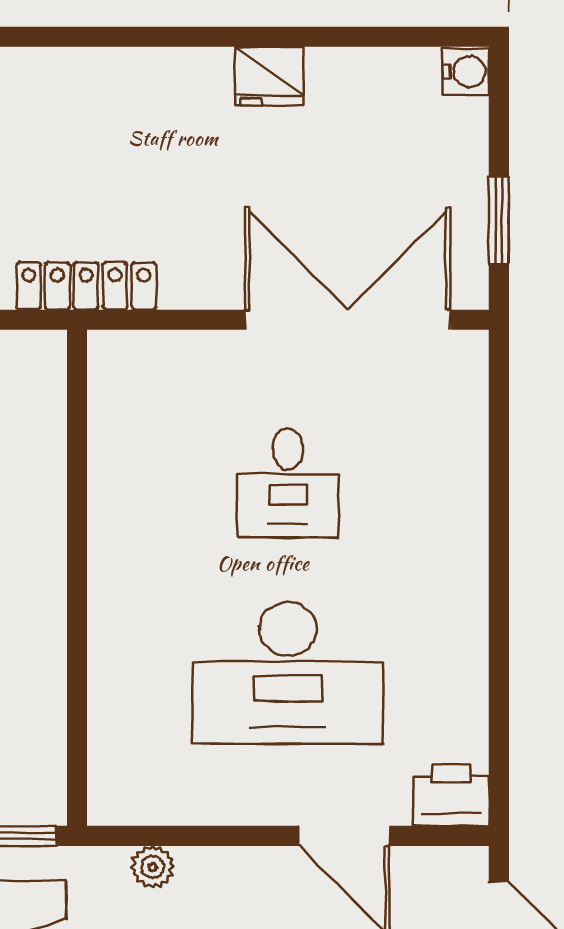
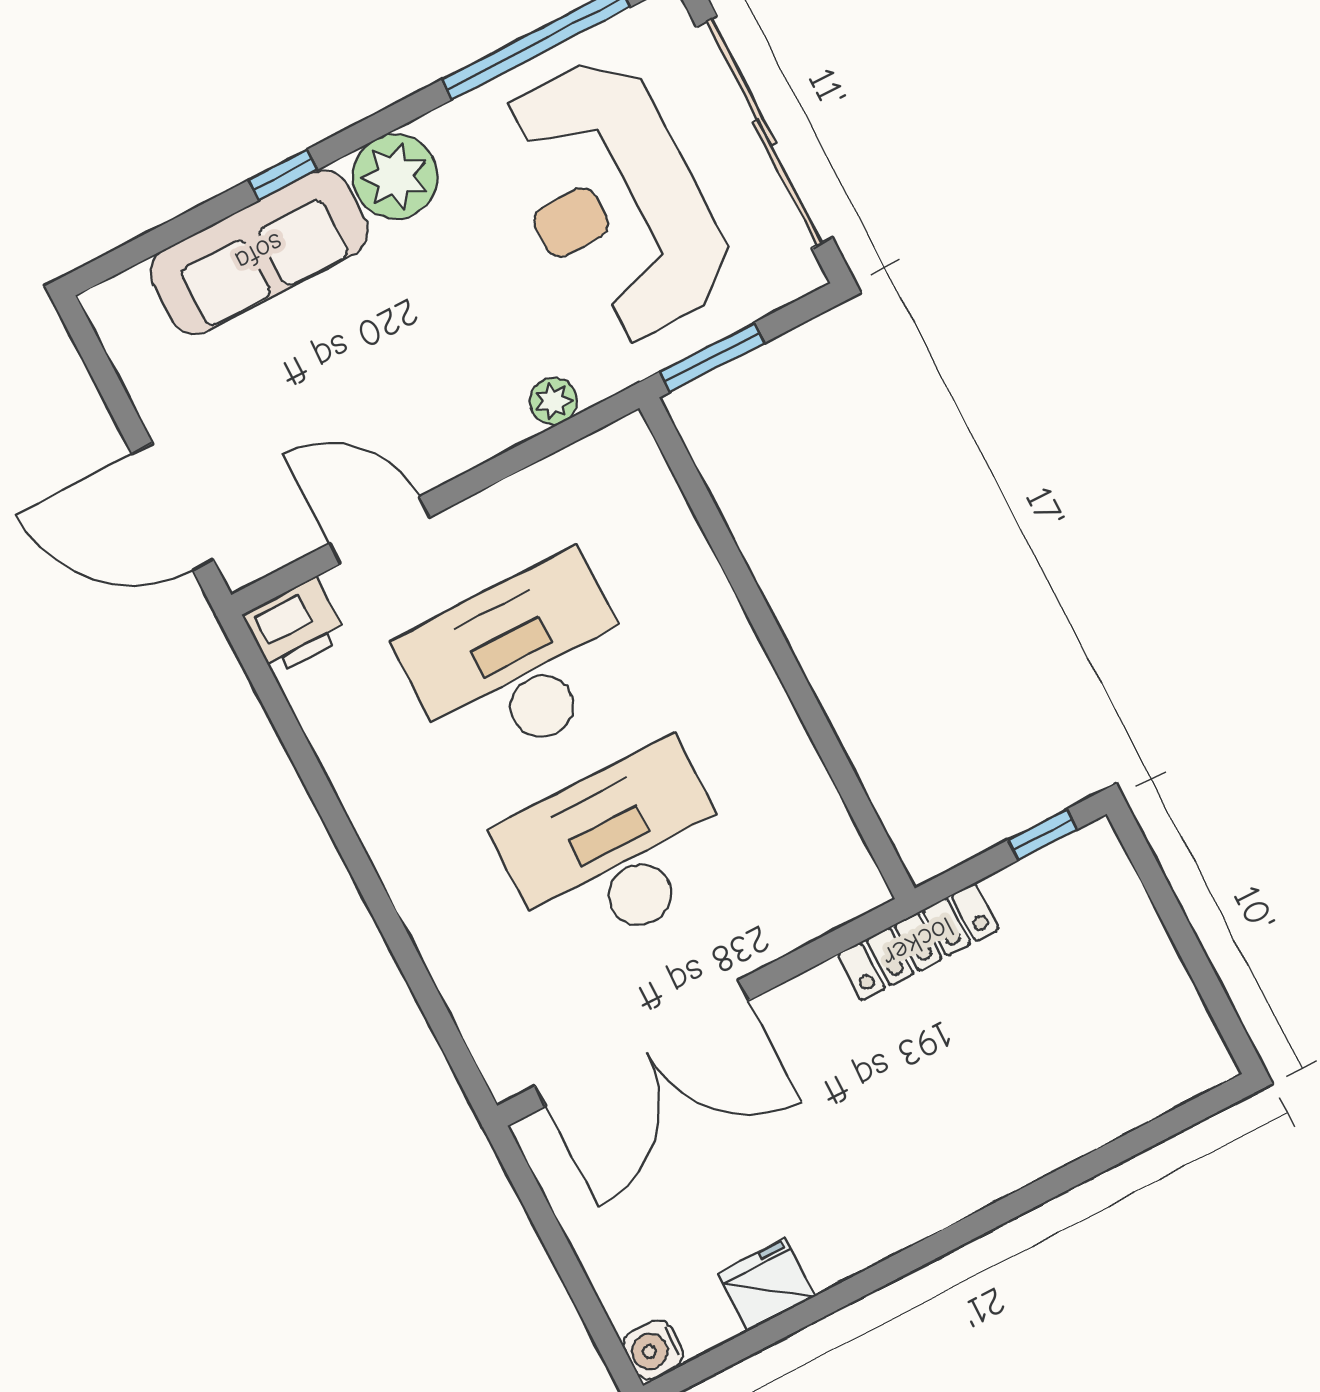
fridge: (269, 76) -> (767, 1285), moved
window: (499, 220) -> (544, 1219), removed
desk: (288, 483) -> (617, 851), width x1.87, depth x1.30

